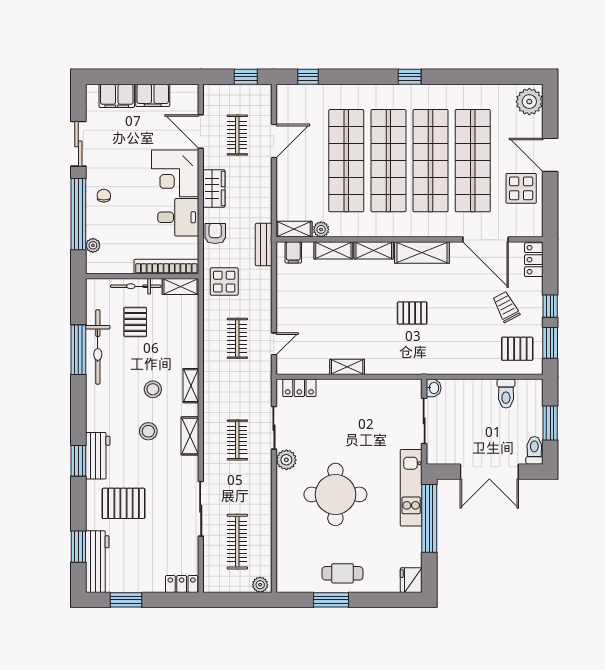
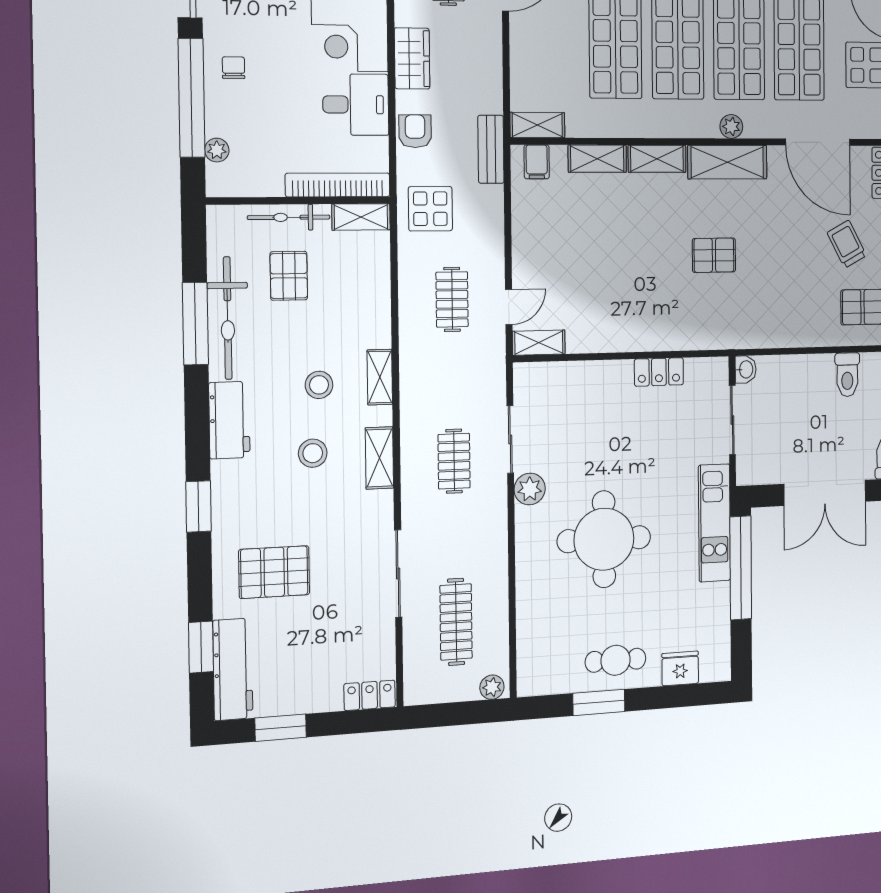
plant: (321, 229) -> (731, 126), moved
shelving: (347, 367) -> (539, 343), moved
locker: (299, 388) -> (659, 372), moved
workbench: (98, 456) -> (229, 420), moved
fridge: (411, 580) -> (680, 668), moved, turned 90

